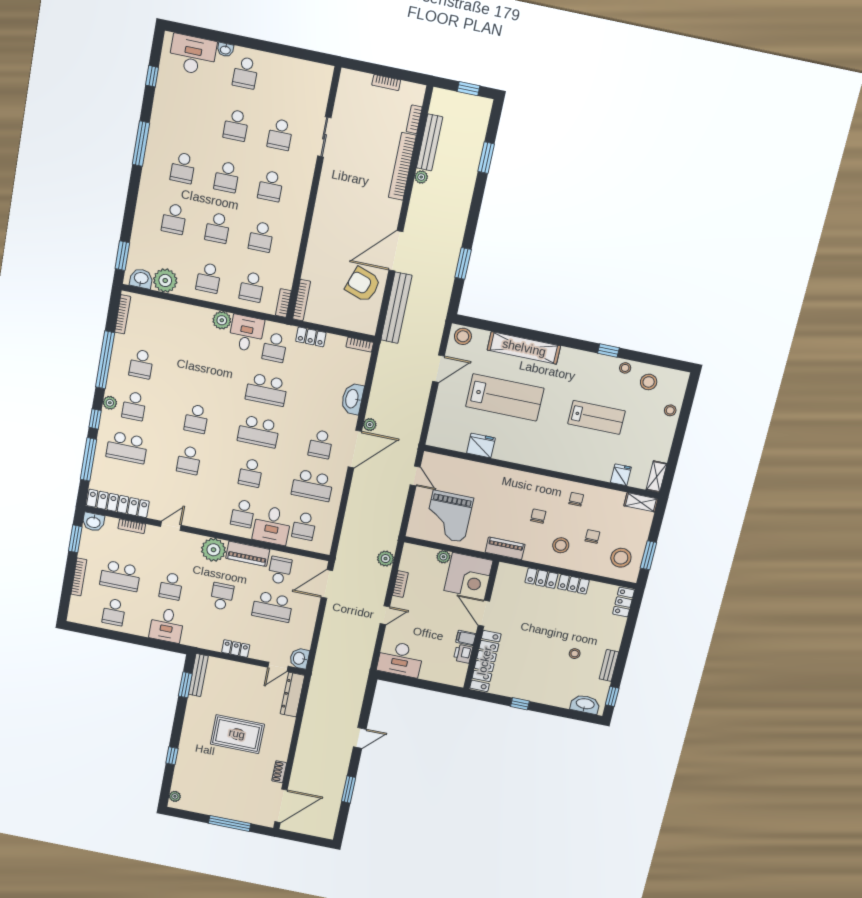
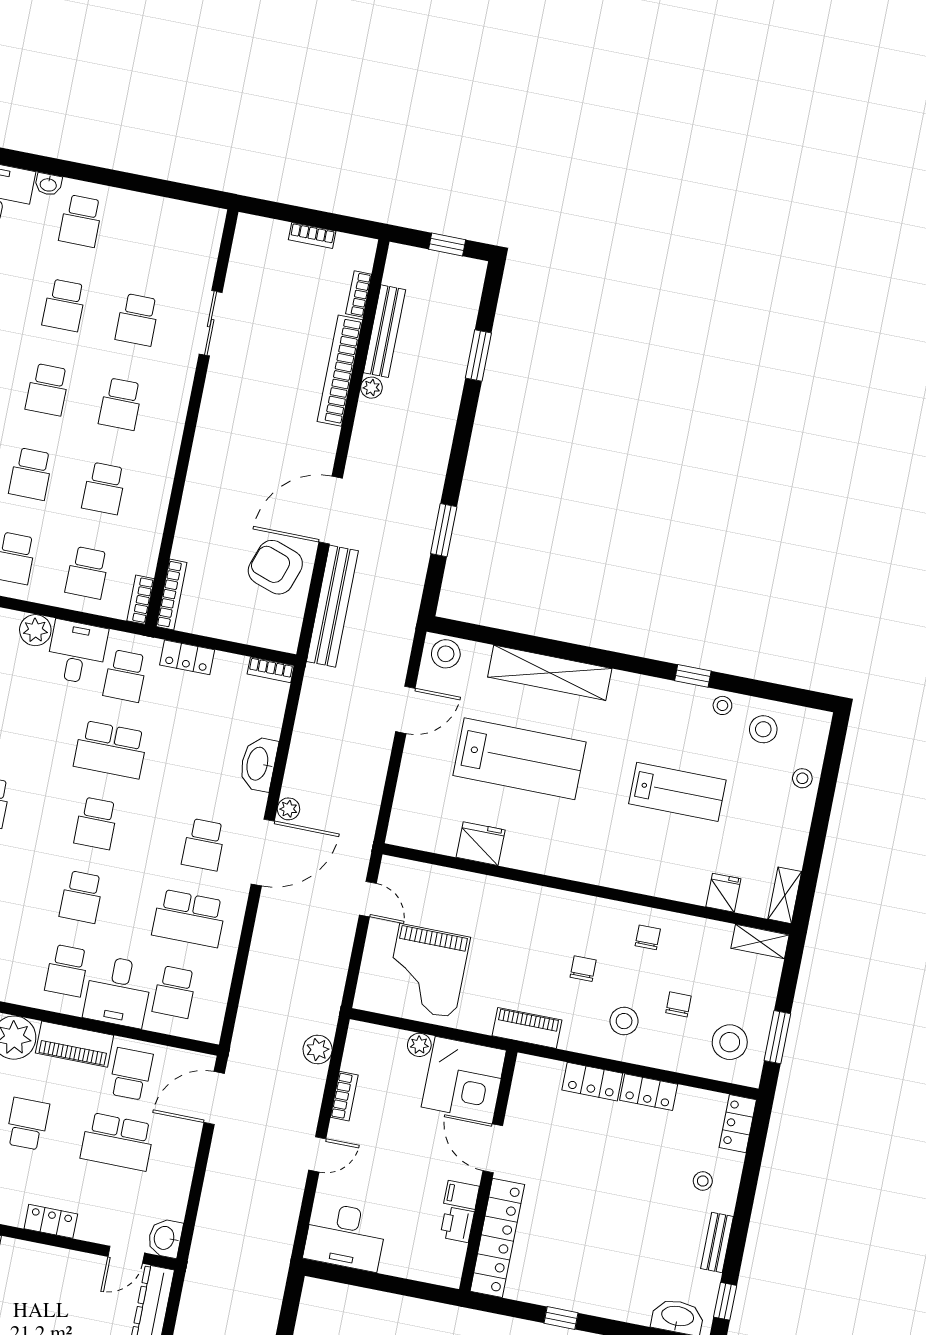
school desk: (259, 431) -> (96, 823), width x0.54
stool: (575, 654) -> (703, 1181), moved

